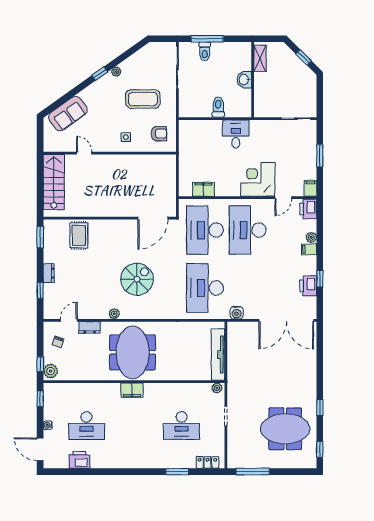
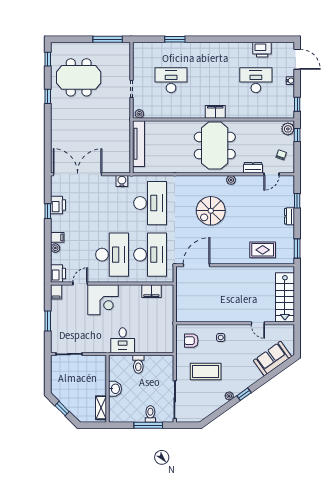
rug: (79, 235) -> (263, 250), turned 90
locker: (207, 462) -> (148, 47), removed

